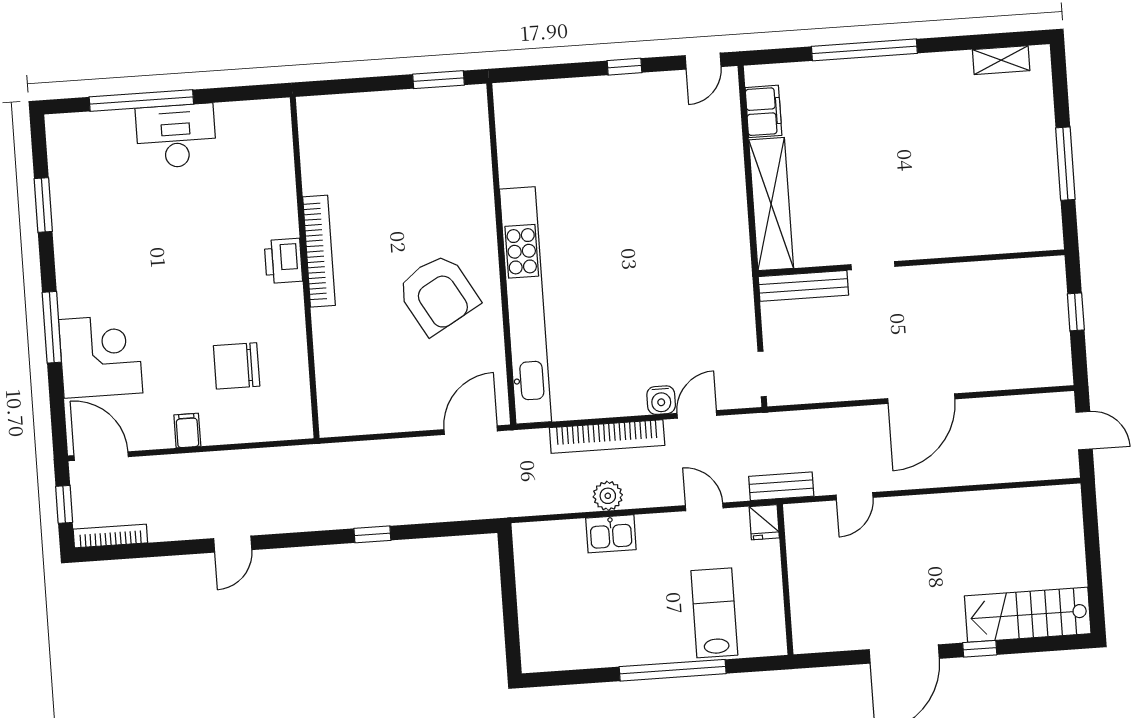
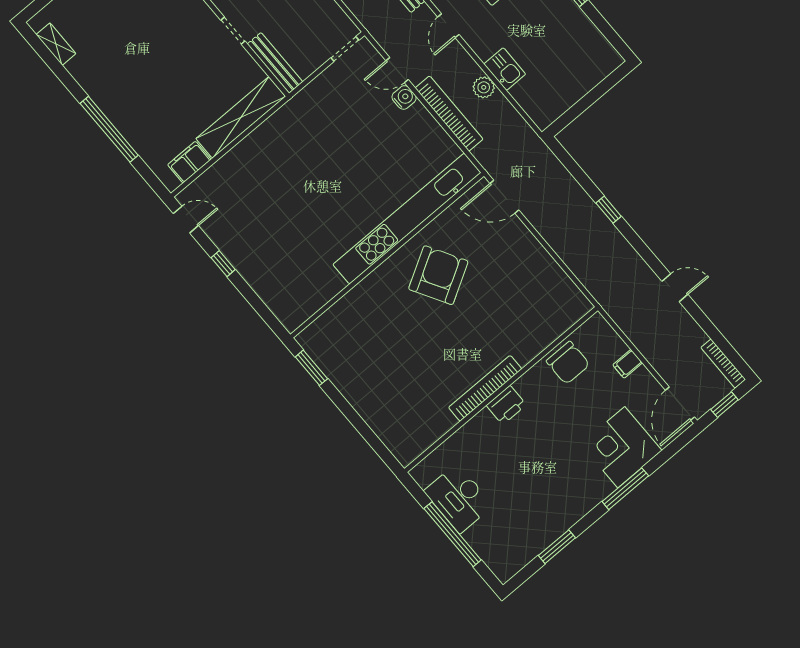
bookcase: (319, 251) -> (485, 388), moved
printer: (283, 261) -> (506, 405), moved
wall: (305, 268) -> (501, 390), moved

